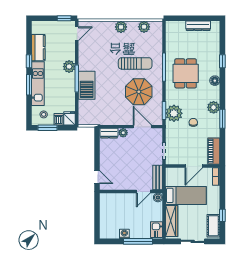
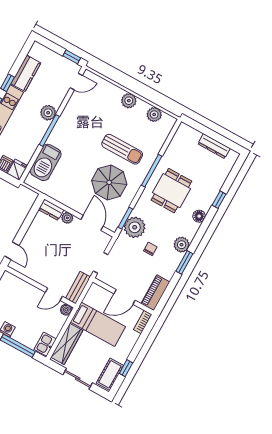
barbecue: (87, 85) -> (46, 162), moved

